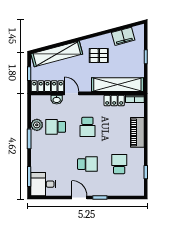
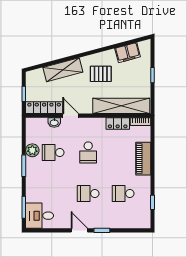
shelving: (57, 54) -> (63, 70), width x0.68
school desk: (87, 164) -> (88, 194), turned 180
school desk: (119, 164) -> (123, 194), turned -90

